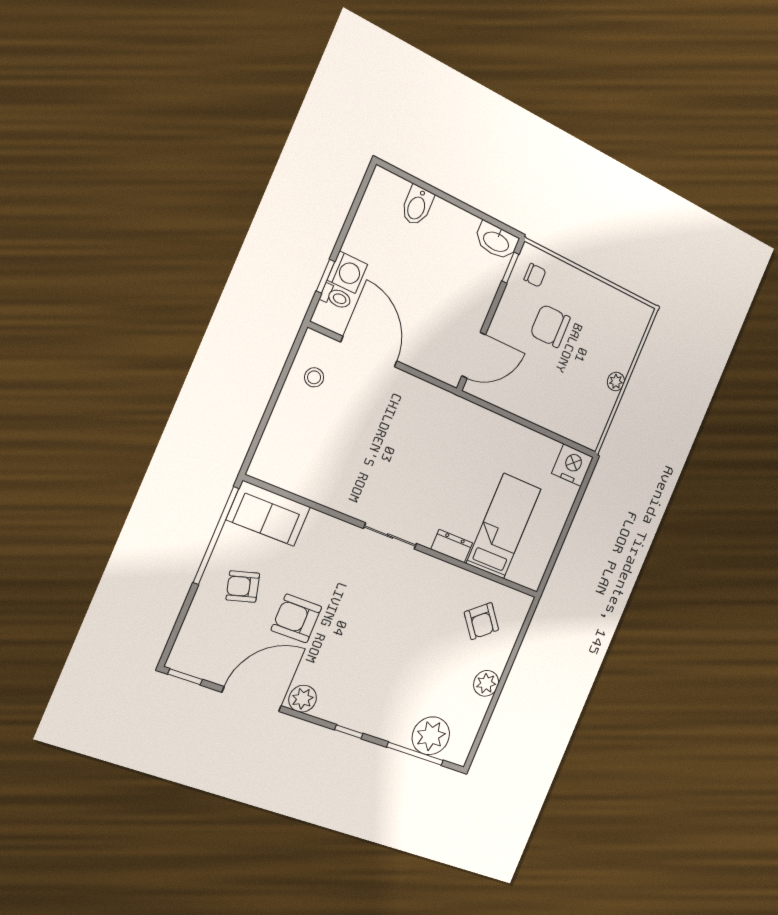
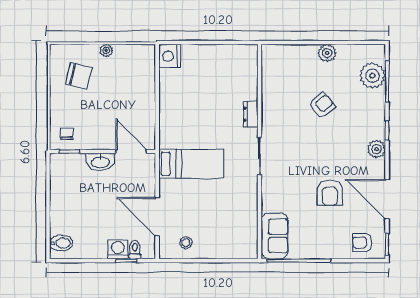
bidet: (417, 206) -> (61, 243), moved
washbasin: (496, 241) -> (100, 162), moved, turned 90
chair: (550, 326) -> (79, 76), moved, turned -77
door: (369, 352) -> (157, 217), hinge flipped
bed: (504, 526) -> (191, 164), moved, turned 180
armchair: (243, 587) -> (362, 243), moved, turned 105
armchair: (481, 621) -> (322, 105), moved
plant: (303, 699) -> (377, 149), moved

